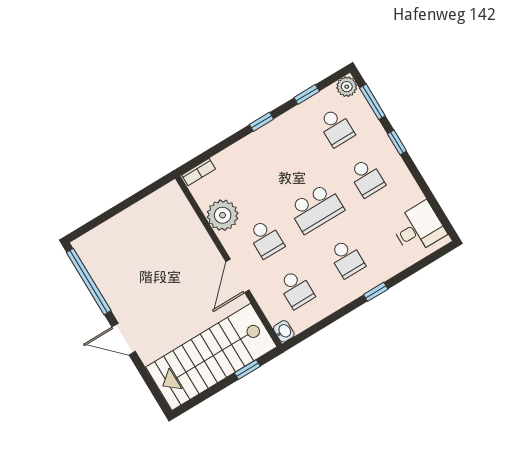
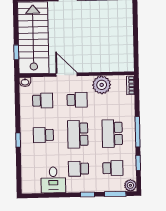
window: (261, 122) -> (138, 132), width x2.17
school desk: (336, 127) -> (113, 168), turned 180
school desk: (286, 158) -> (112, 134), added
desk: (418, 228) -> (53, 180), moved
school desk: (266, 239) -> (77, 100), turned 180
school desk: (296, 289) -> (43, 101), turned 180

